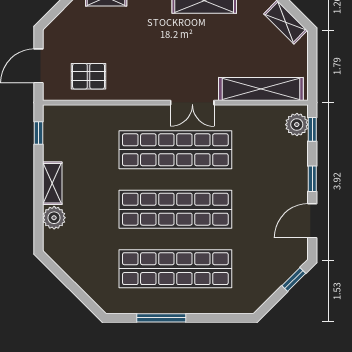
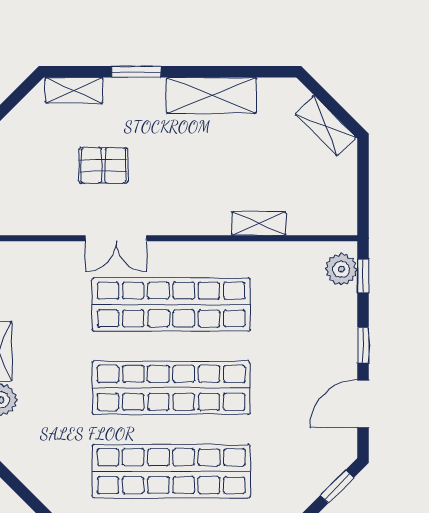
pallet: (89, 76) -> (103, 165), moved
shelving: (261, 89) -> (259, 223), width x0.45, depth x0.75
double door: (192, 103) -> (116, 238), moved

